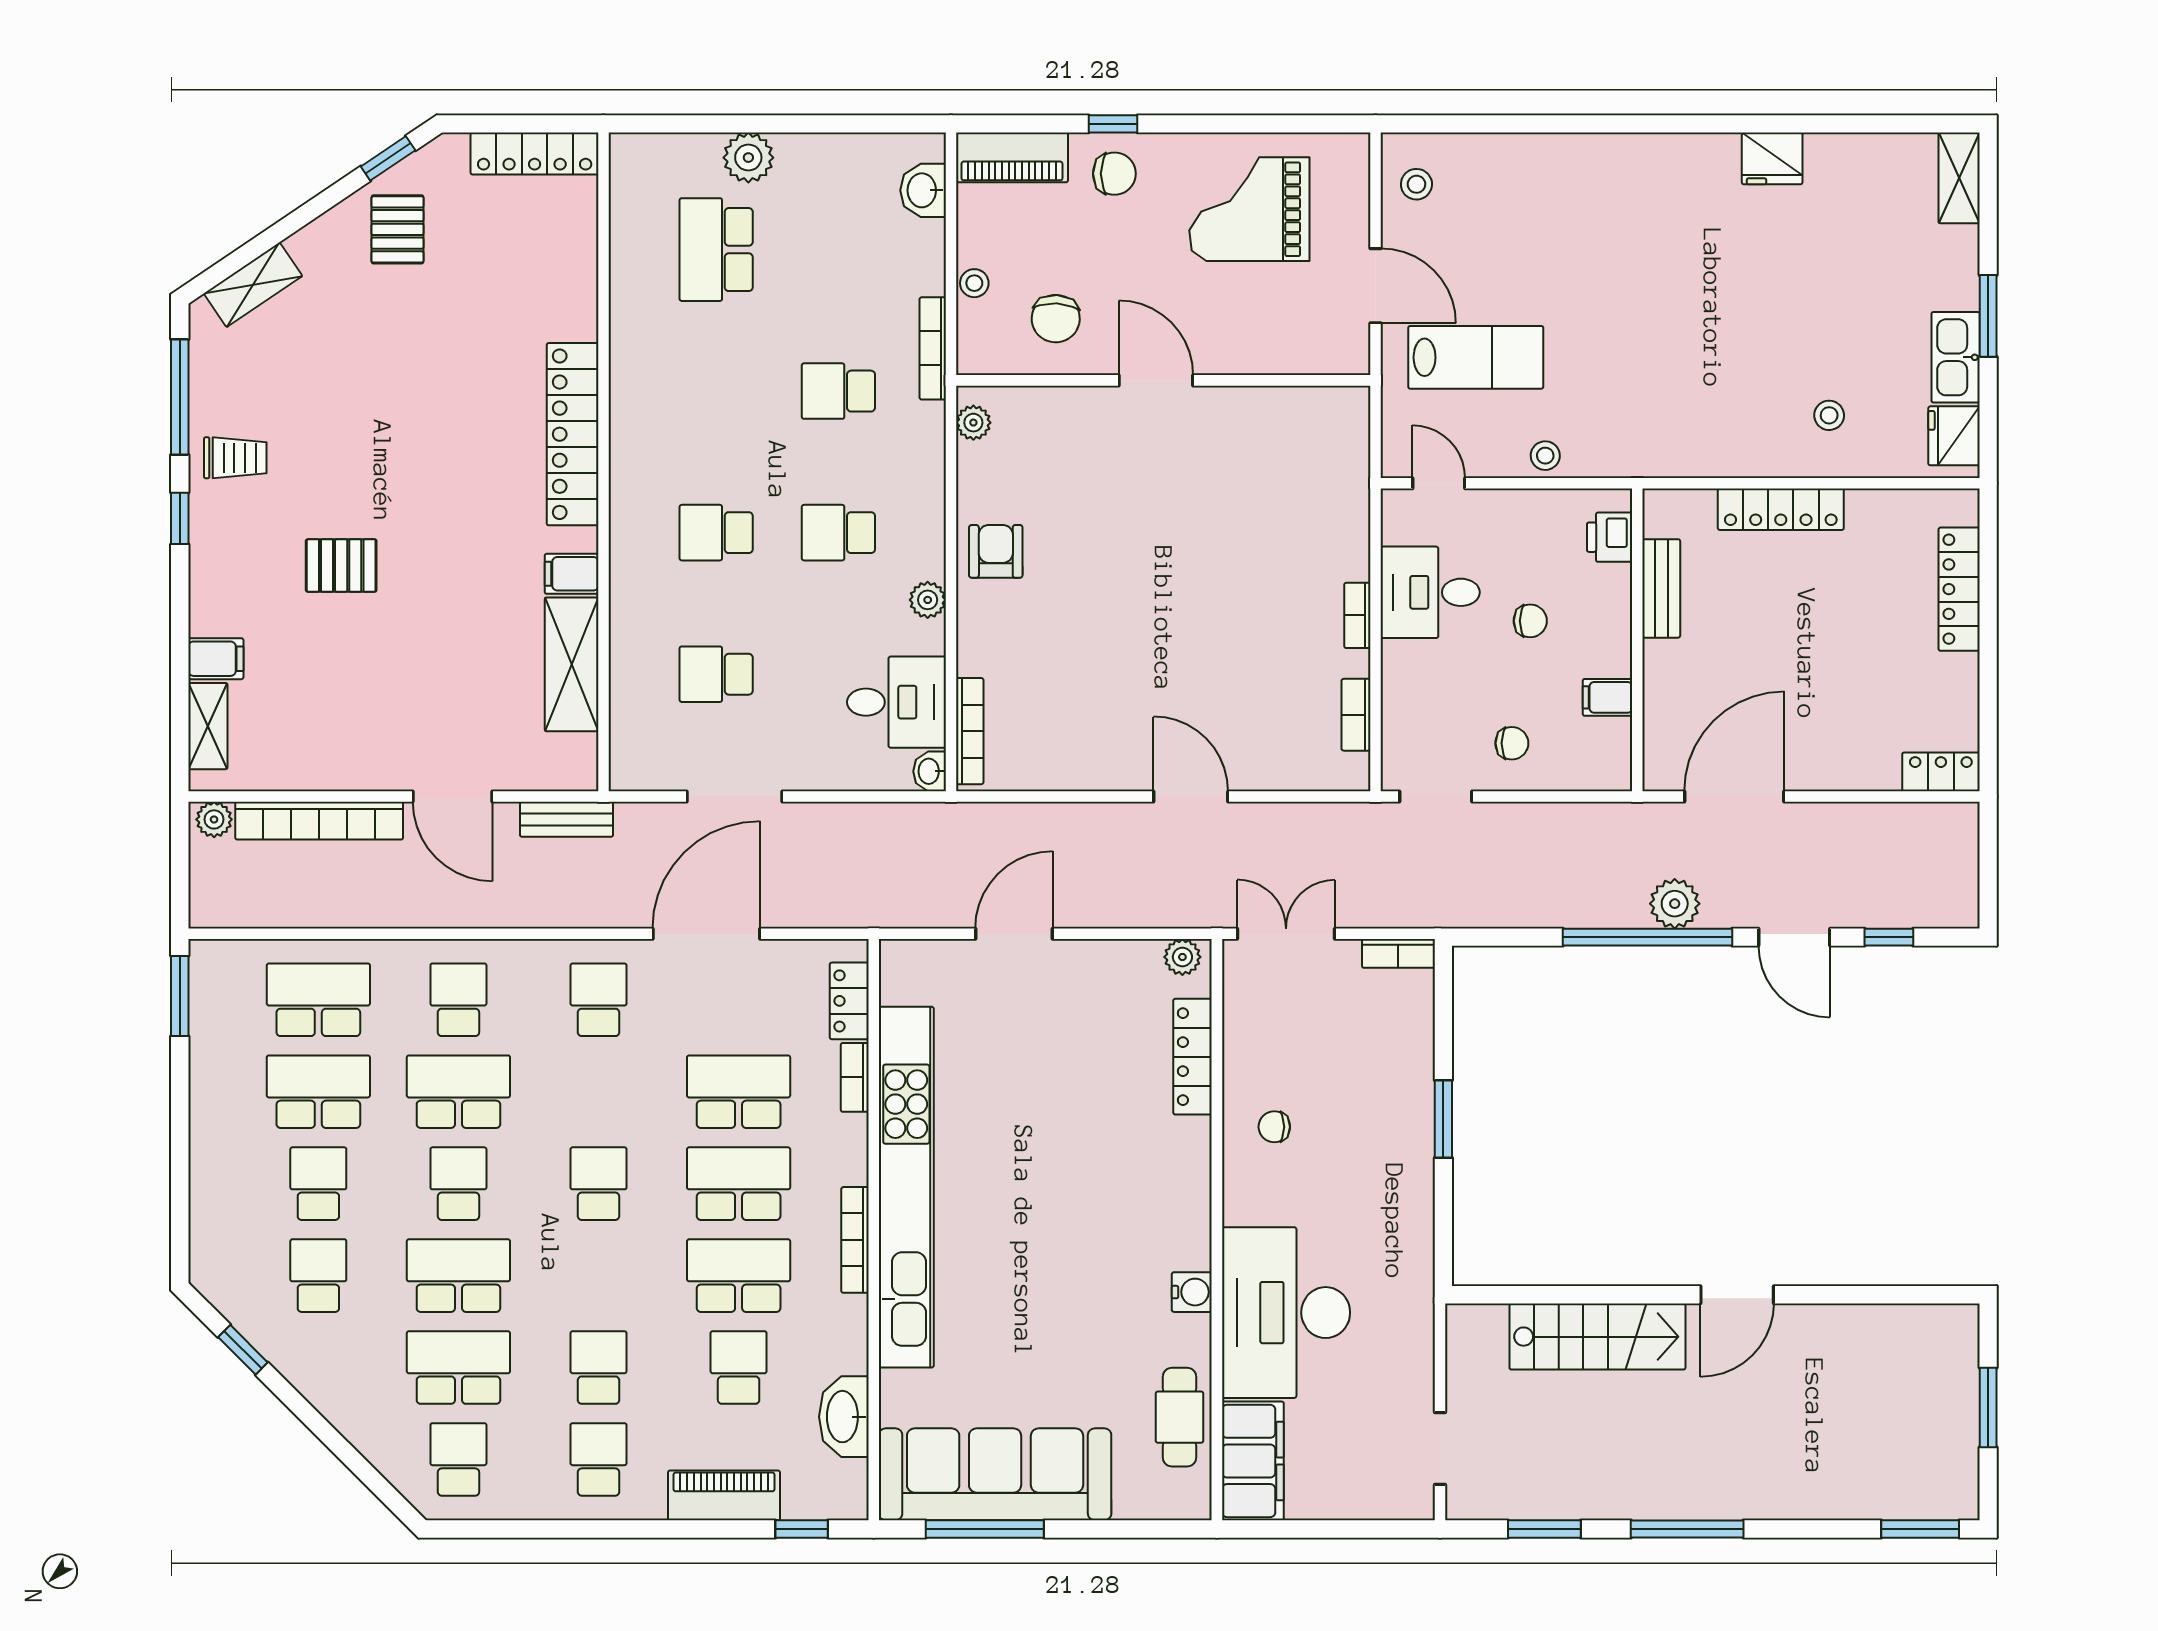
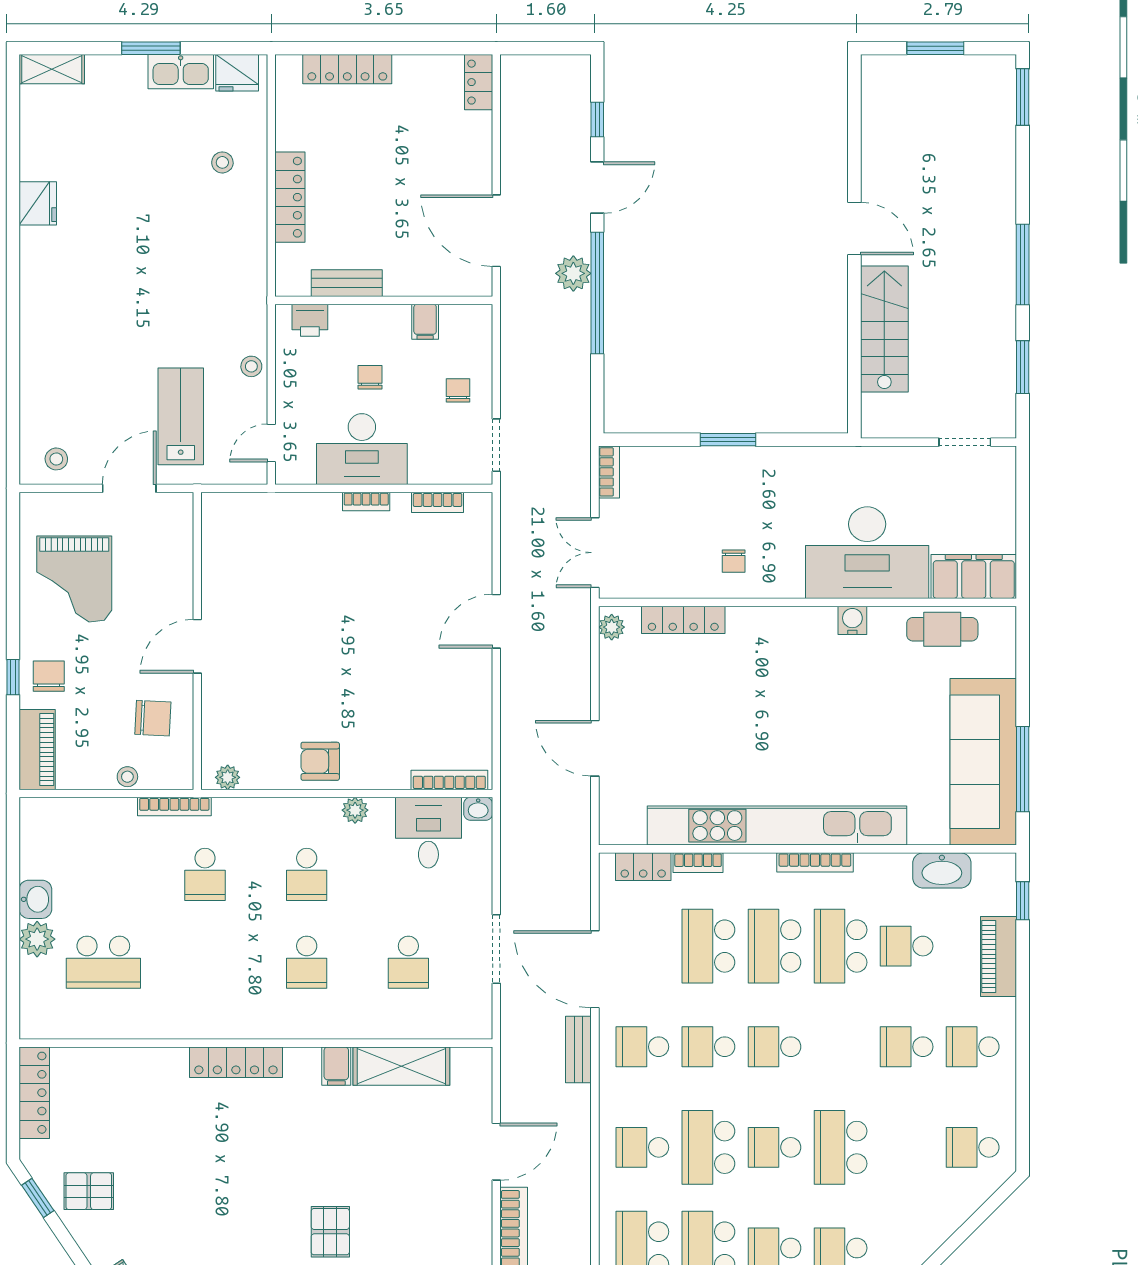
washbasin: (923, 190) -> (35, 899), moved, turned -90
locker: (573, 434) -> (236, 1062), width x0.71, depth x0.83
desk: (1430, 592) -> (362, 449), width x1.37
bench: (566, 819) -> (578, 1049), moved
school desk: (458, 1368) -> (708, 1047), moved, width x0.54

